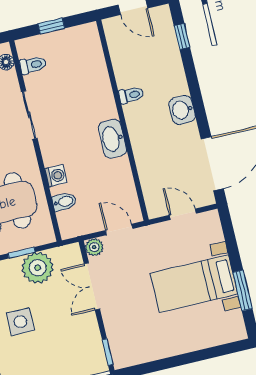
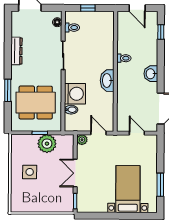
washing machine: (56, 176) -> (75, 94), width x1.89, depth x1.89
bed with nightstands: (194, 284) -> (128, 189), moved, turned 90
double door: (92, 286) -> (75, 173), moved

